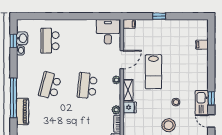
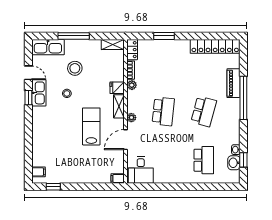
window: (159, 16) -> (53, 187), moved
filing cabinet: (202, 45) -> (39, 172), moved

